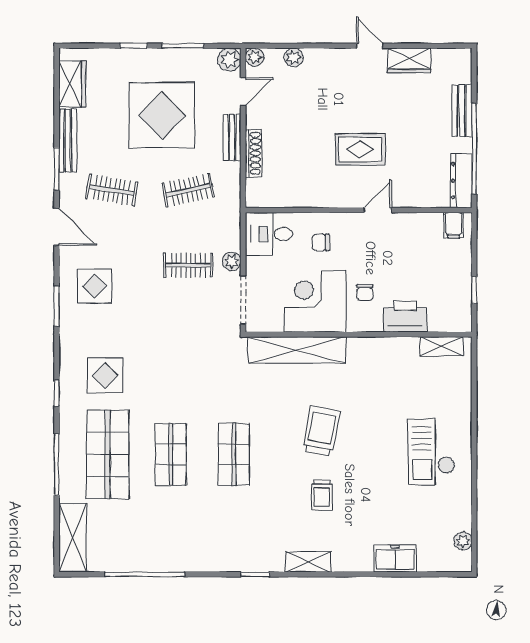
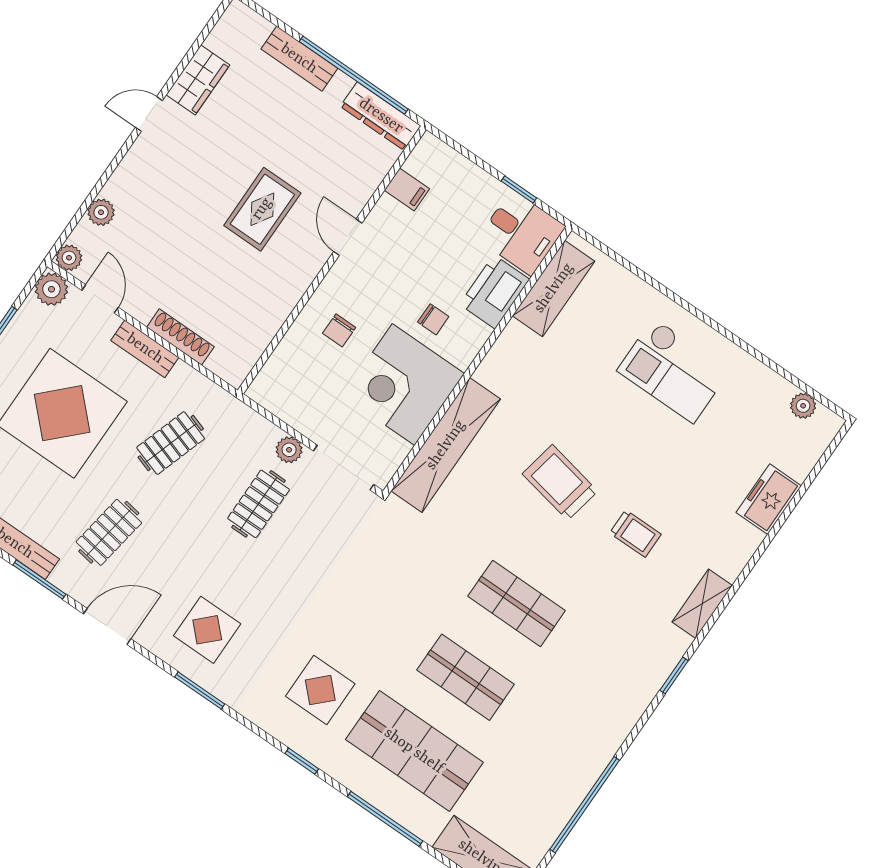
clothes rail: (188, 190) -> (171, 443), turned 30
filing cabinet: (454, 225) -> (407, 189), moved
desk: (269, 234) -> (521, 233), moved, turned -90
shelving: (442, 346) -> (554, 288), width x1.50, depth x1.33

